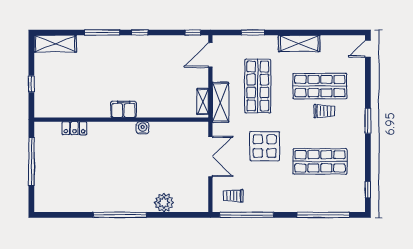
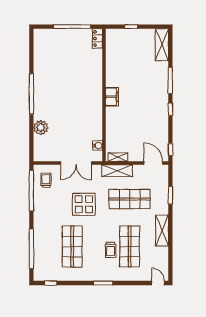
locker: (74, 128) -> (97, 39), moved
water cooler: (143, 128) -> (98, 146), moved

